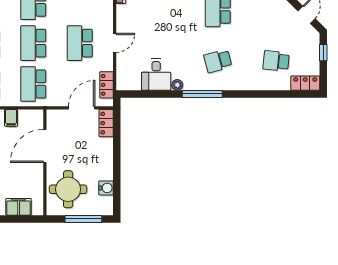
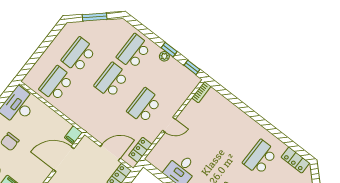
school desk: (33, 84) -> (89, 109), removed
filing cabinet: (11, 118) -> (73, 135), moved

